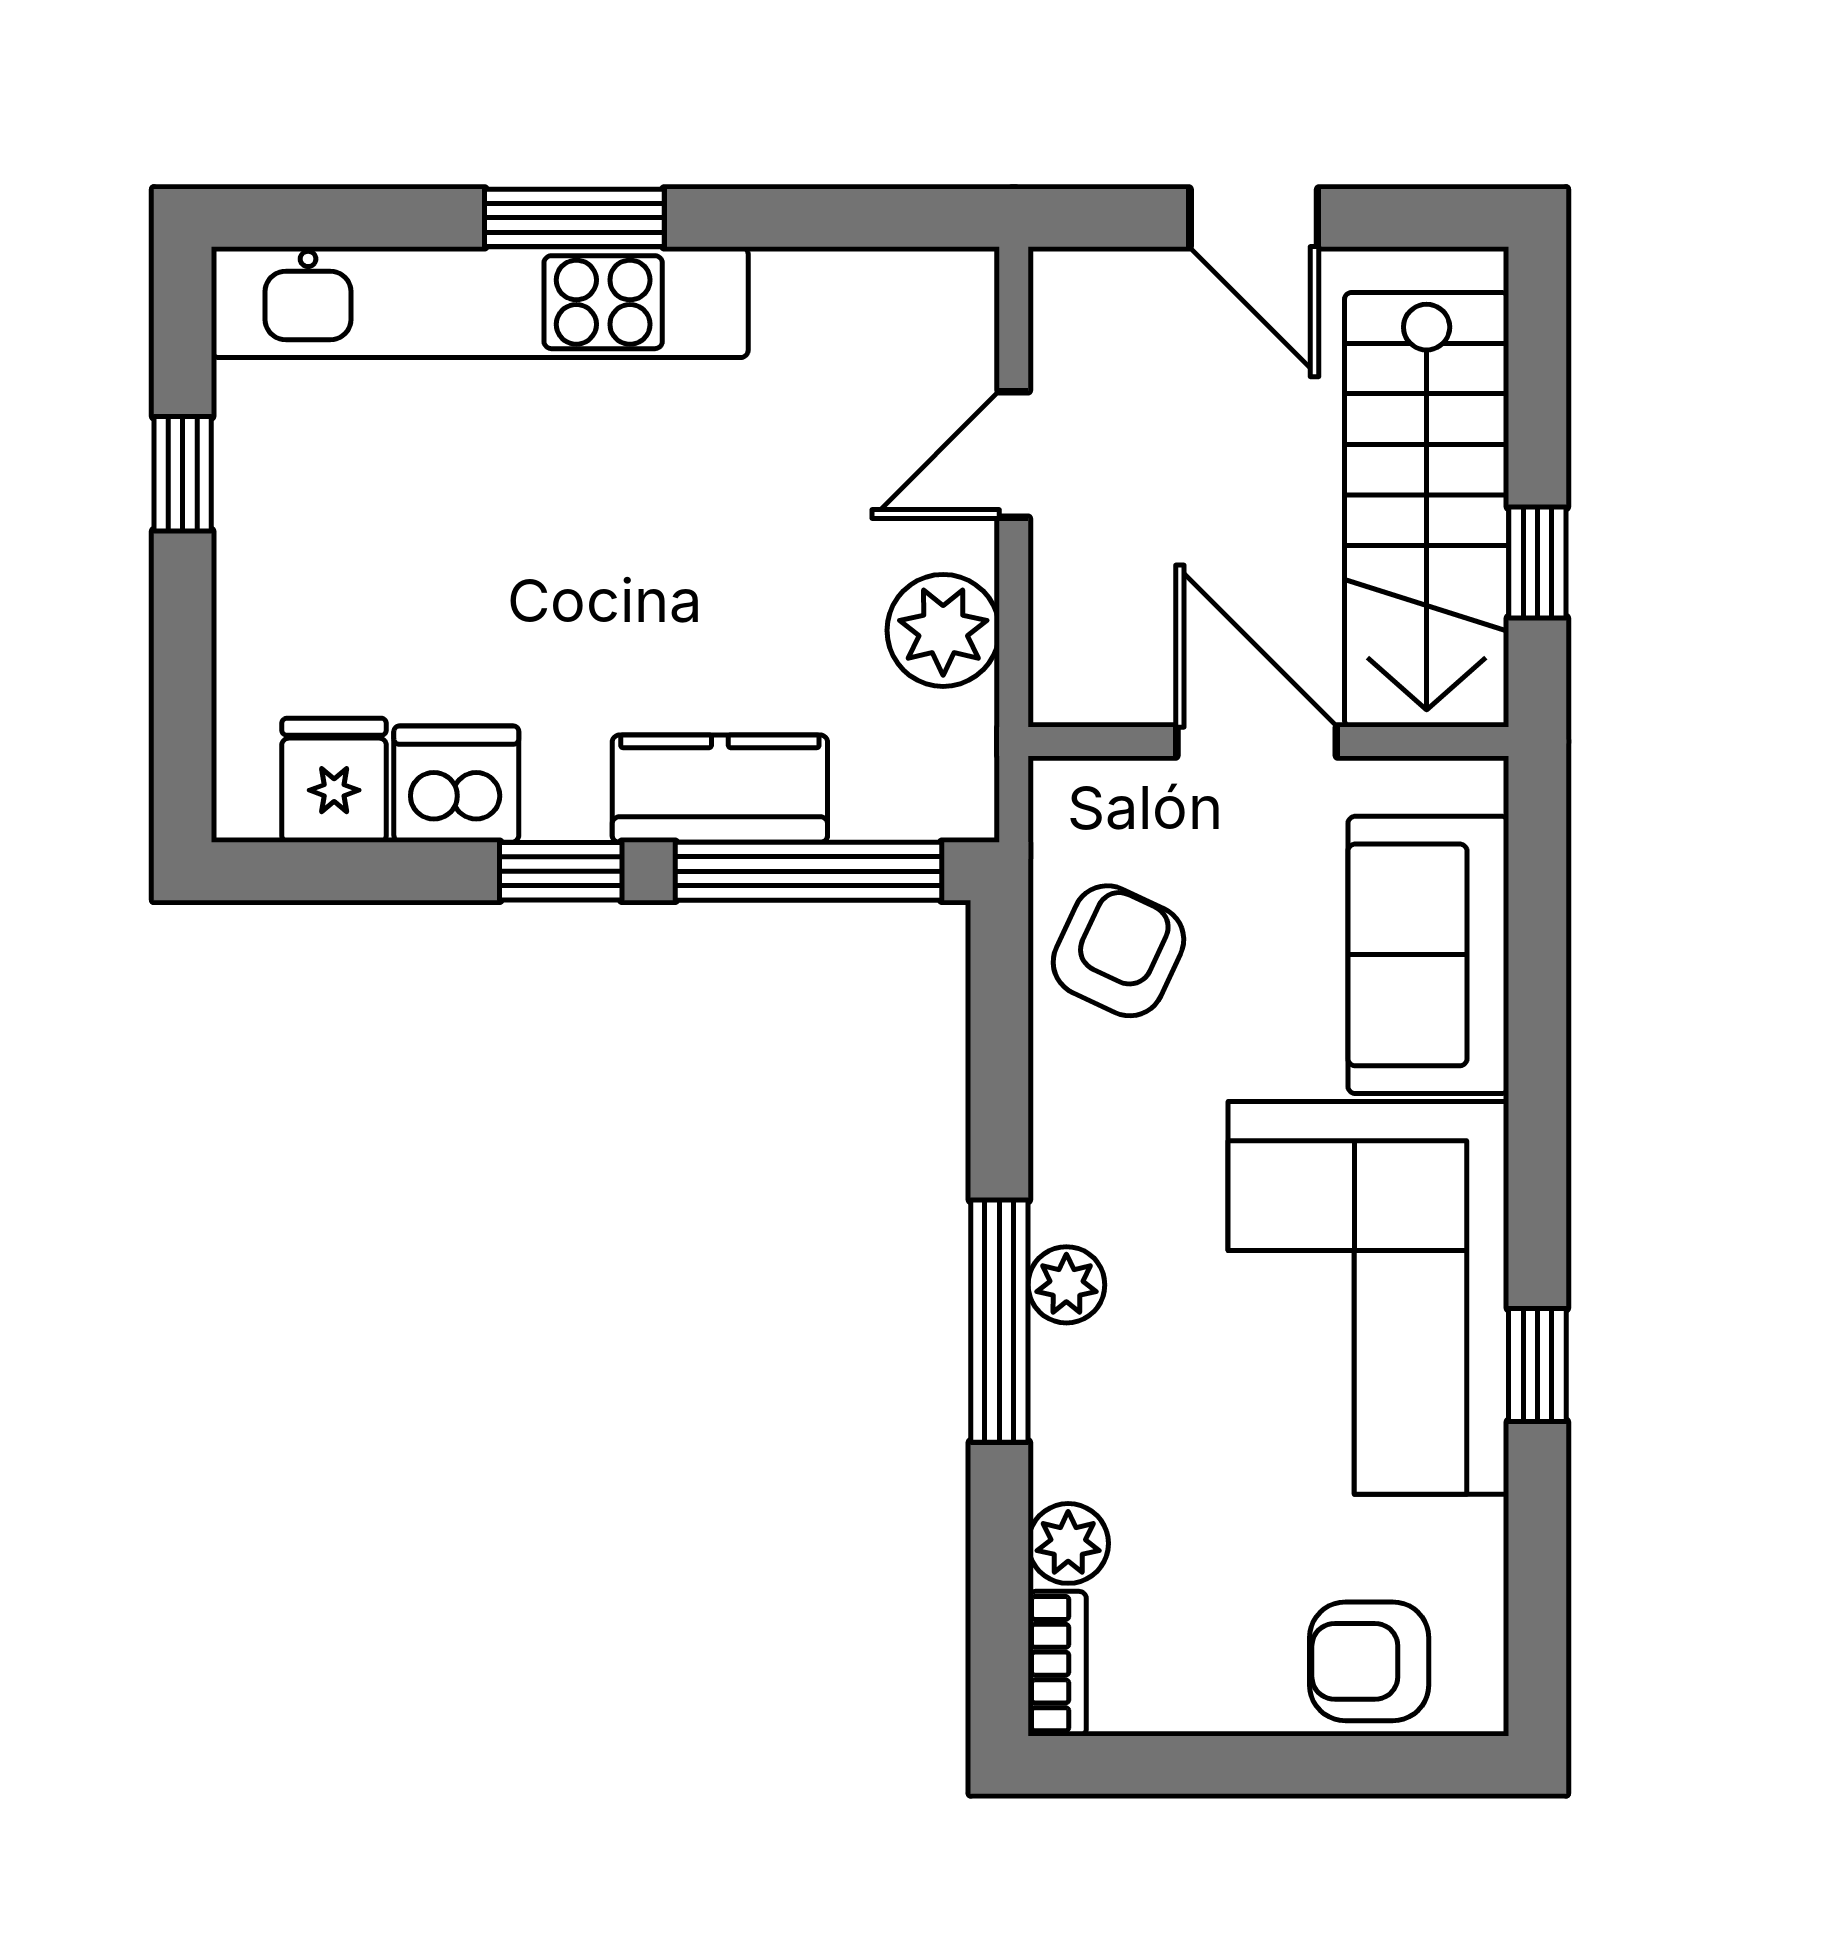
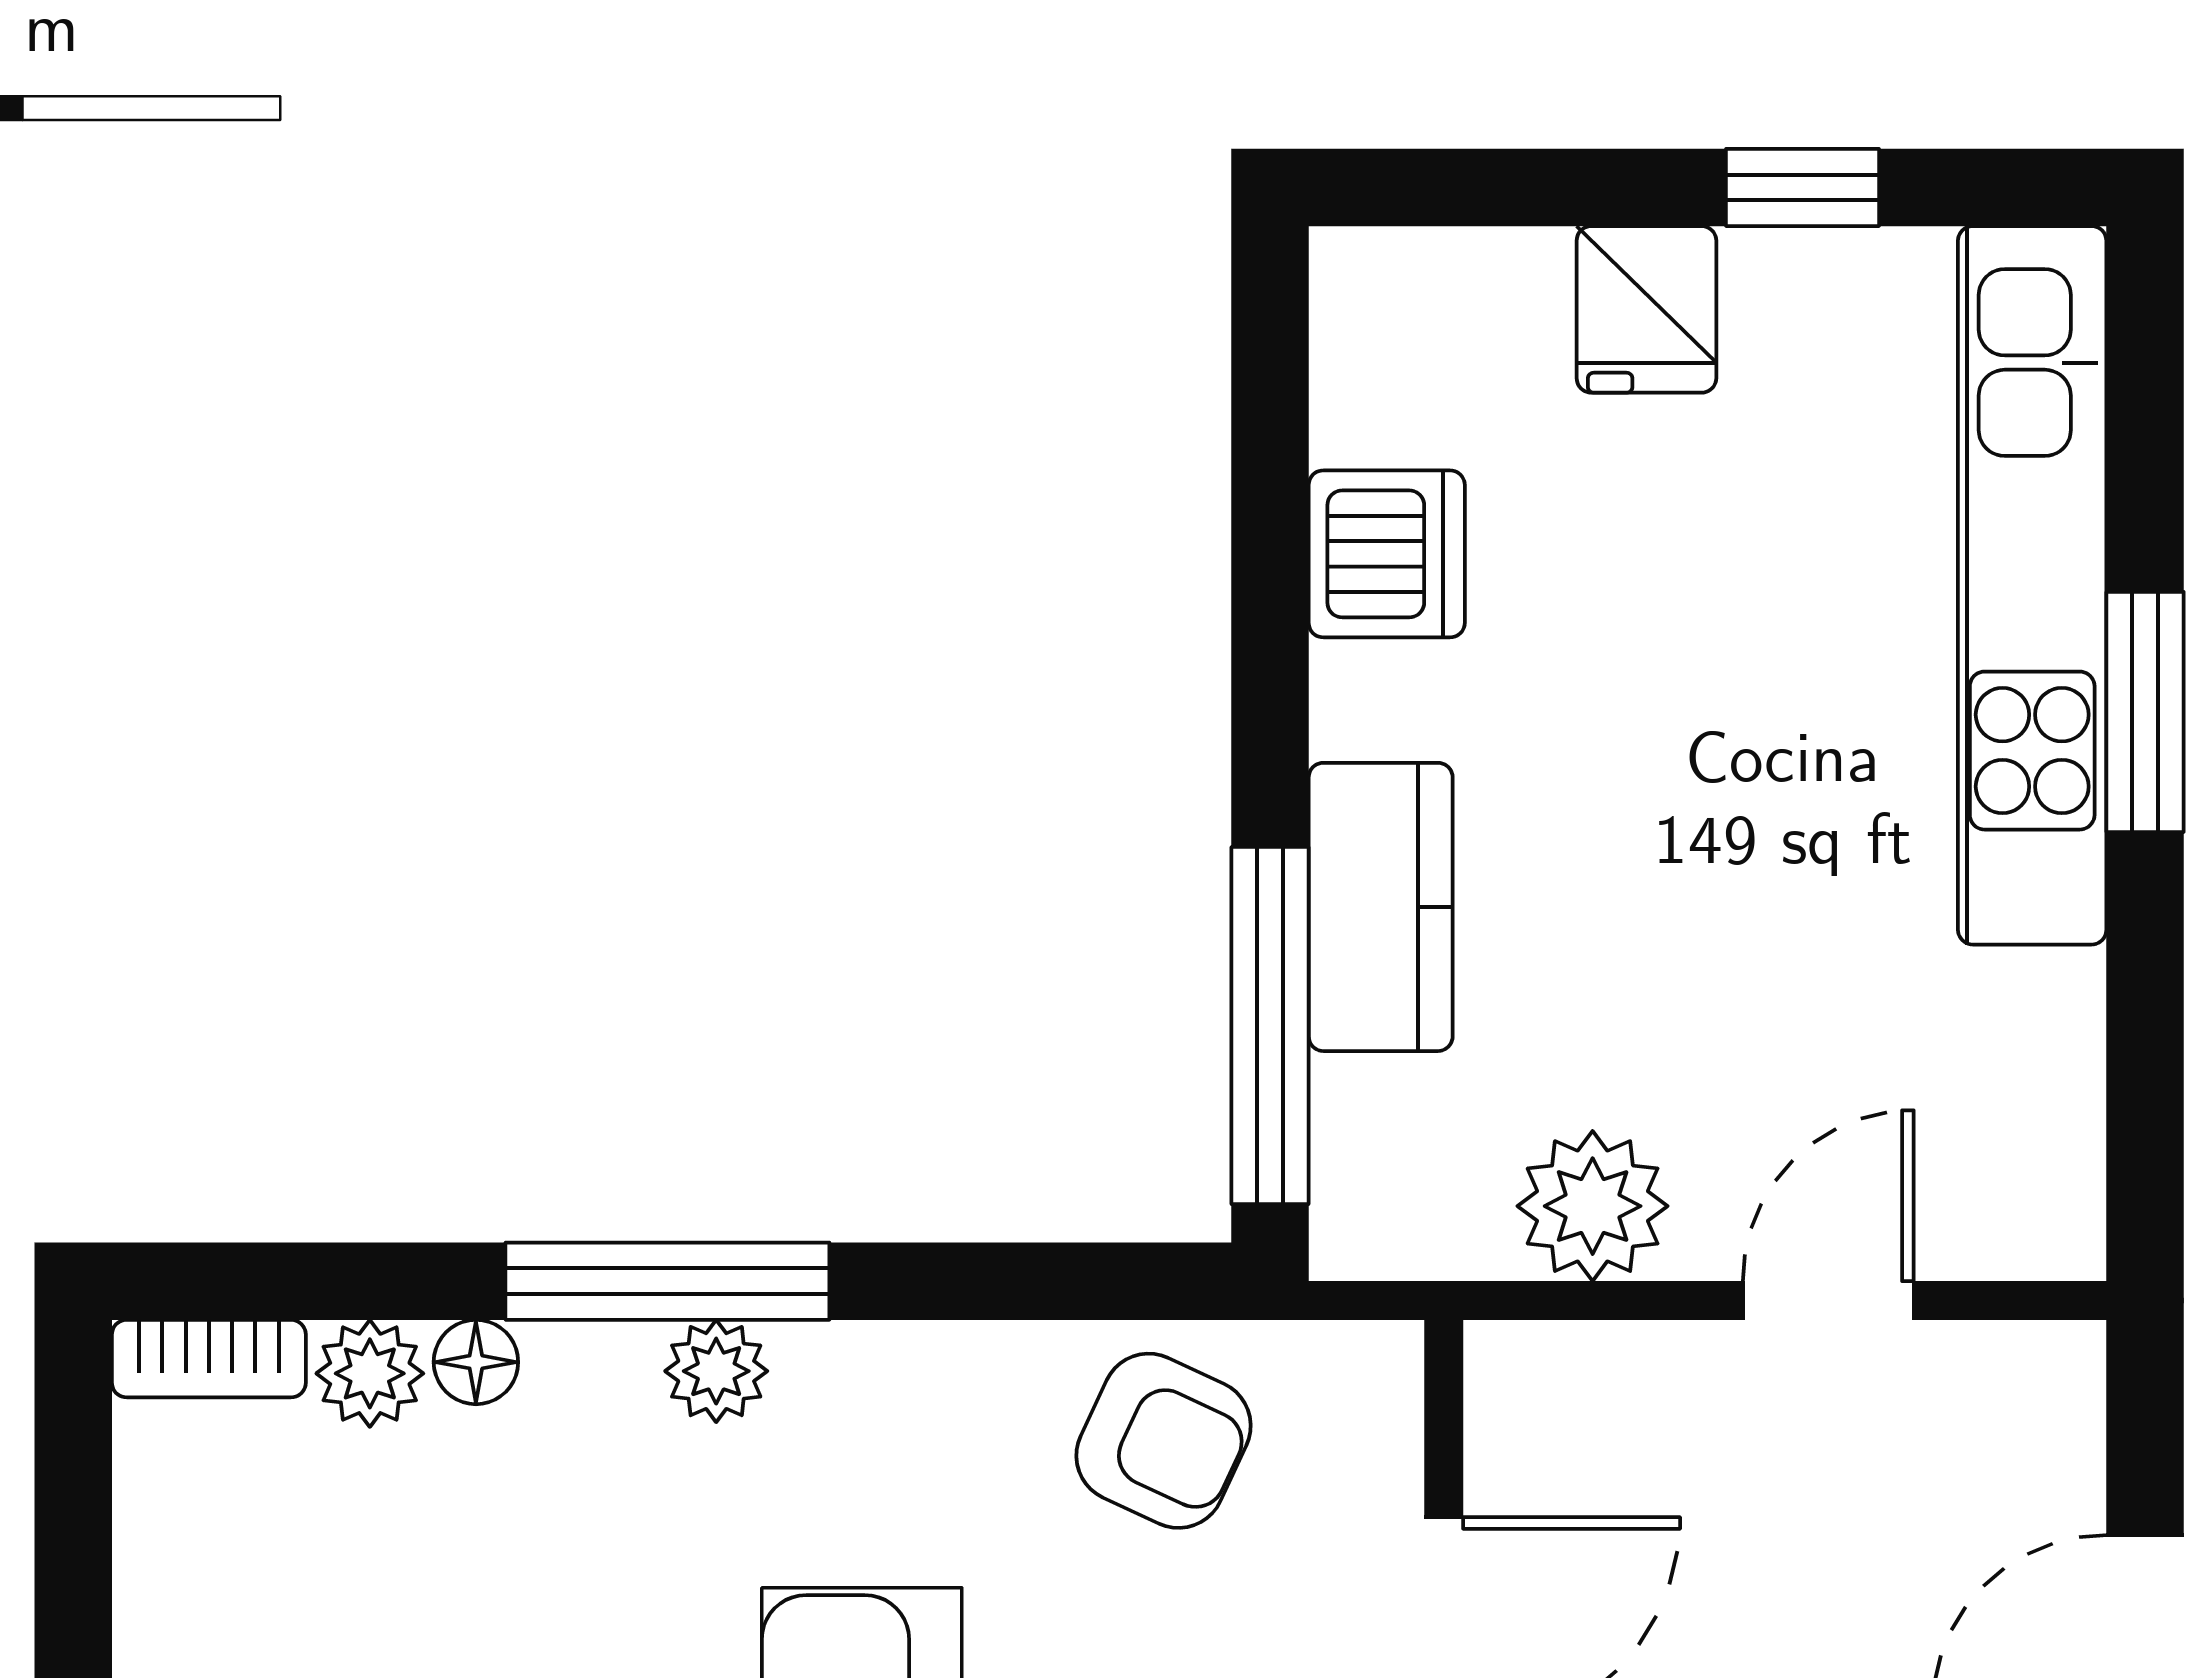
door: (1014, 454) -> (1828, 1301), hinge flipped
fridge: (334, 780) -> (1646, 309), moved, turned 90
window: (561, 871) -> (1270, 694), removed
floor lamp: (1060, 1464) -> (476, 1362), added

